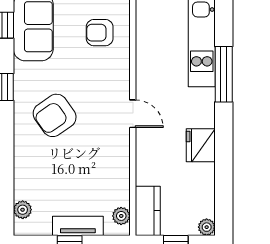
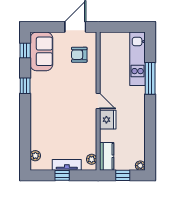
armchair: (55, 115) -> (54, 102), removed
fridge: (201, 145) -> (108, 120), moved, turned 180

